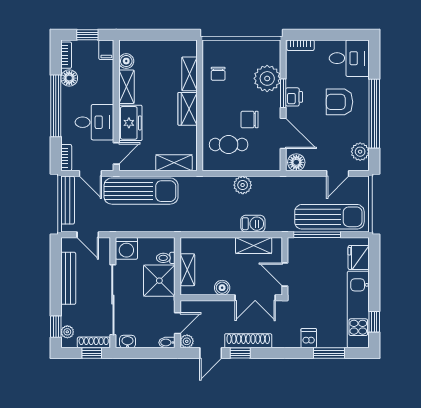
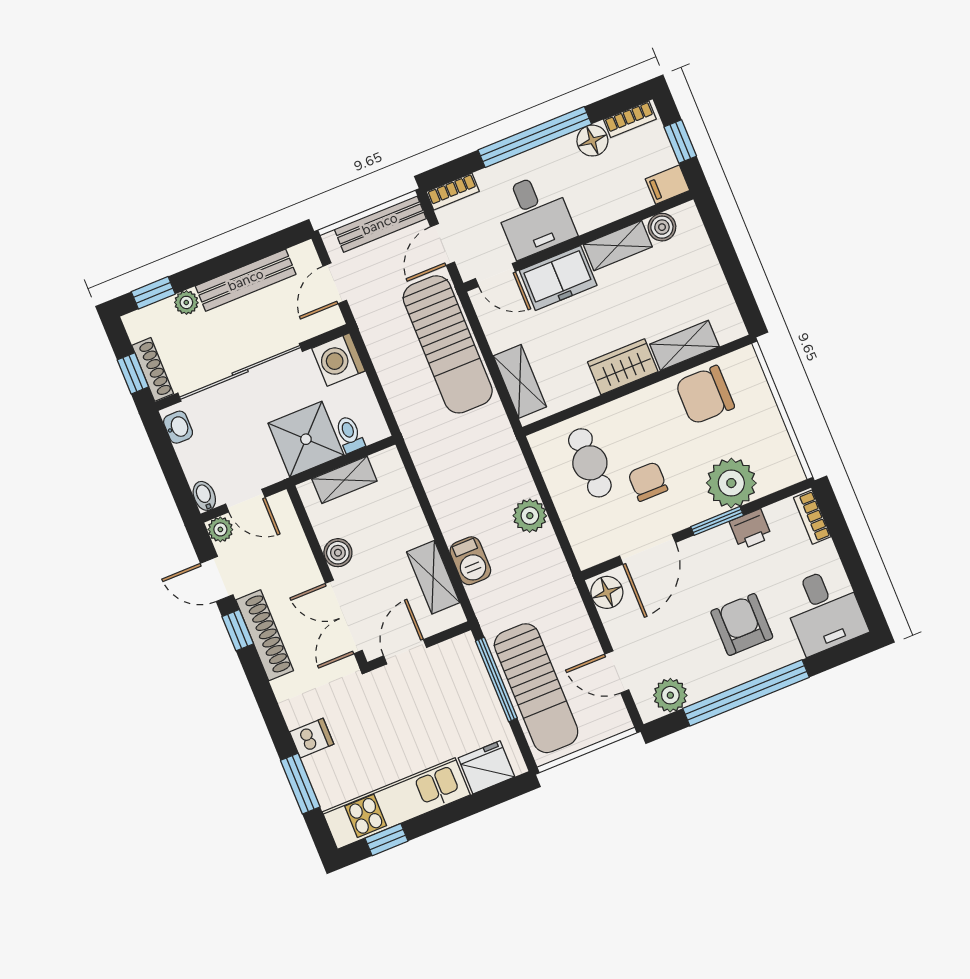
chair: (218, 74) -> (705, 395), width x1.87, depth x1.87
printer: (294, 97) -> (751, 529), moved
plant: (67, 332) -> (186, 302), moved

